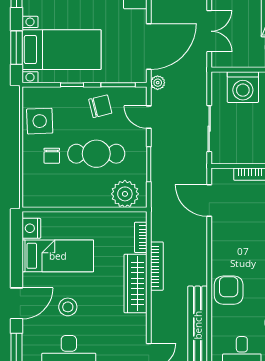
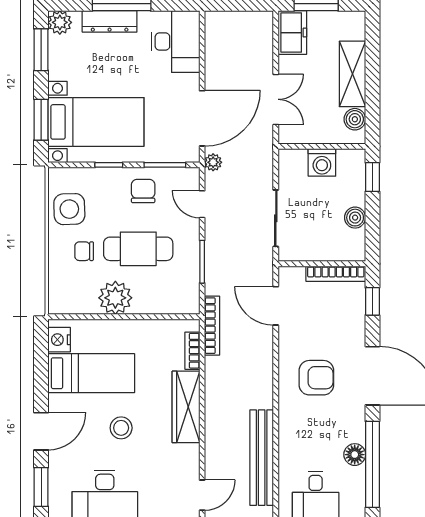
washing machine: (243, 87) -> (322, 162), width x0.73, depth x0.73
chair: (100, 106) -> (143, 191), turned -76
chair: (52, 156) -> (84, 251), turned 90
plant: (125, 194) -> (115, 298), moved
bookcase: (157, 266) -> (212, 326), moved
armchair: (229, 290) -> (316, 378), moved, turned 90
stool: (68, 307) -> (121, 428), moved

